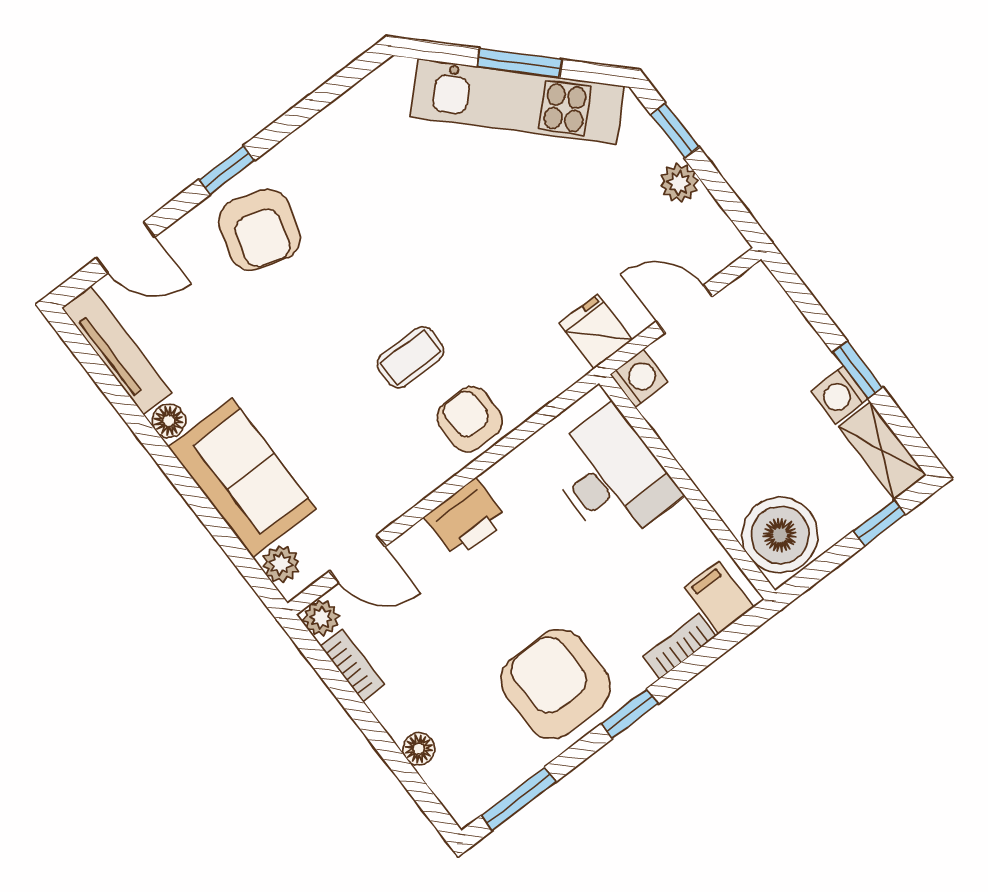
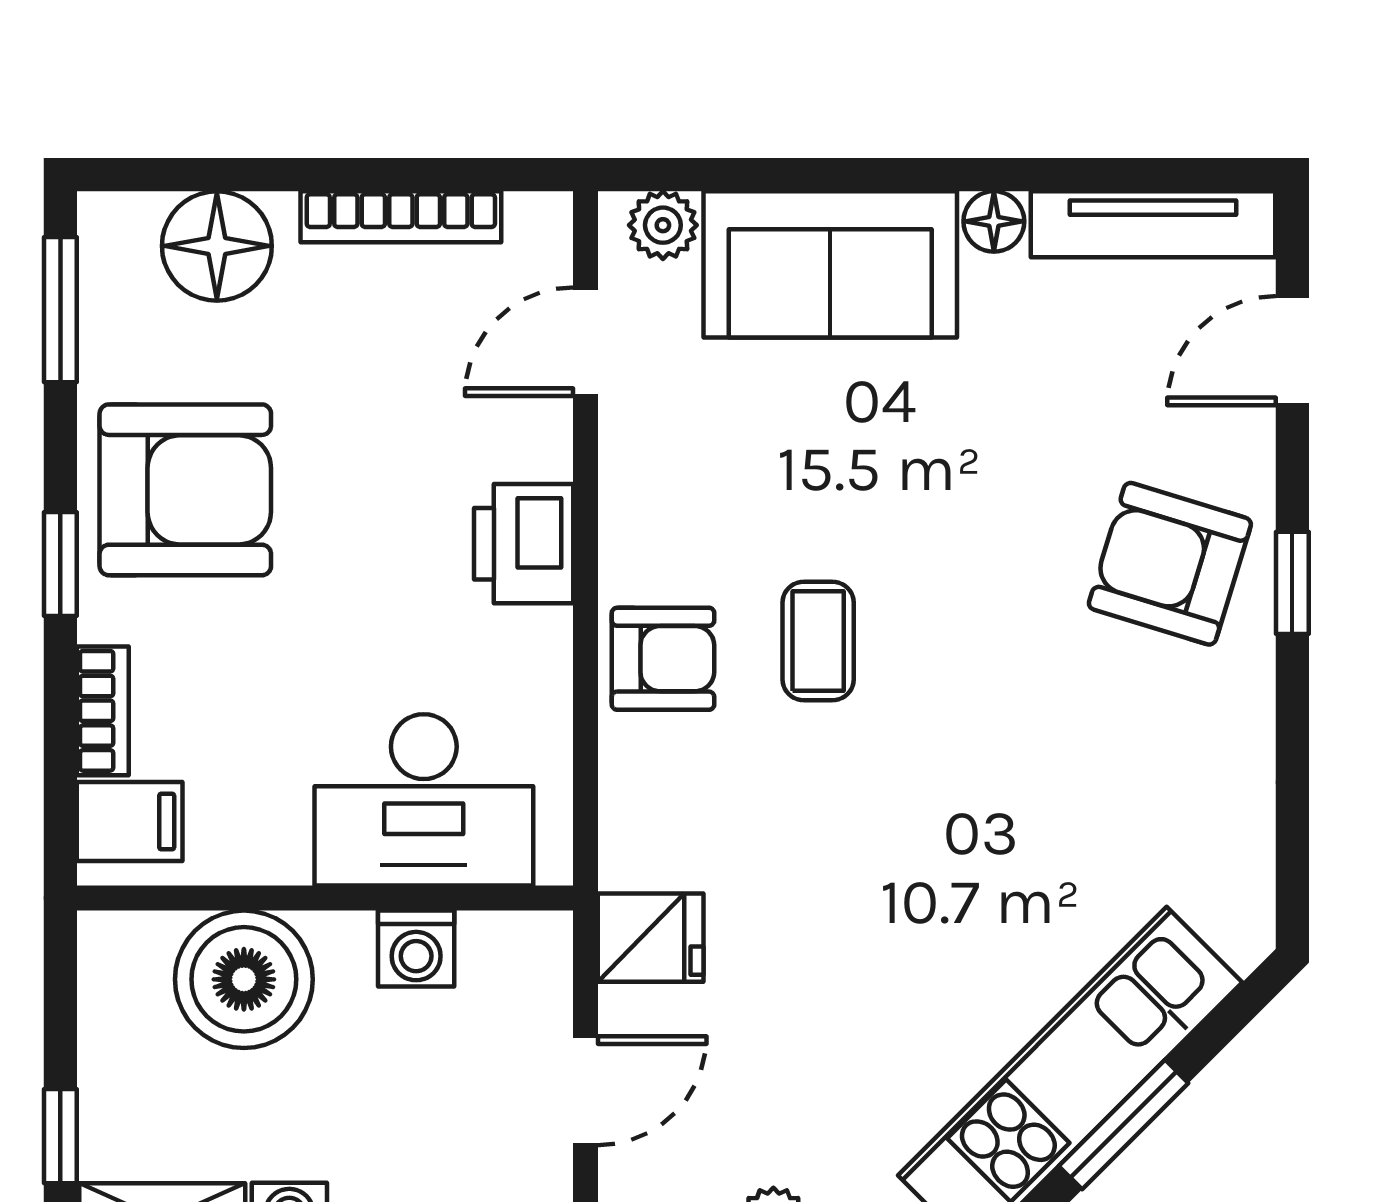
washing machine: (639, 378) -> (416, 948), moved
boiler: (780, 535) -> (244, 979), moved
plant: (321, 618) -> (540, 224), removed
bookcase: (353, 665) -> (401, 217), width x1.56
floor lamp: (419, 749) -> (217, 246), width x1.89, depth x1.89

